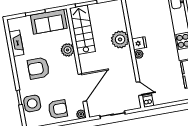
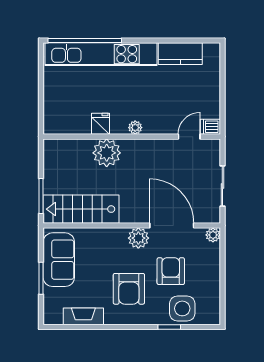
fridge: (139, 43) -> (100, 124), moved
plant: (68, 50) -> (138, 238), moved
armchair: (58, 109) -> (171, 271), moved

